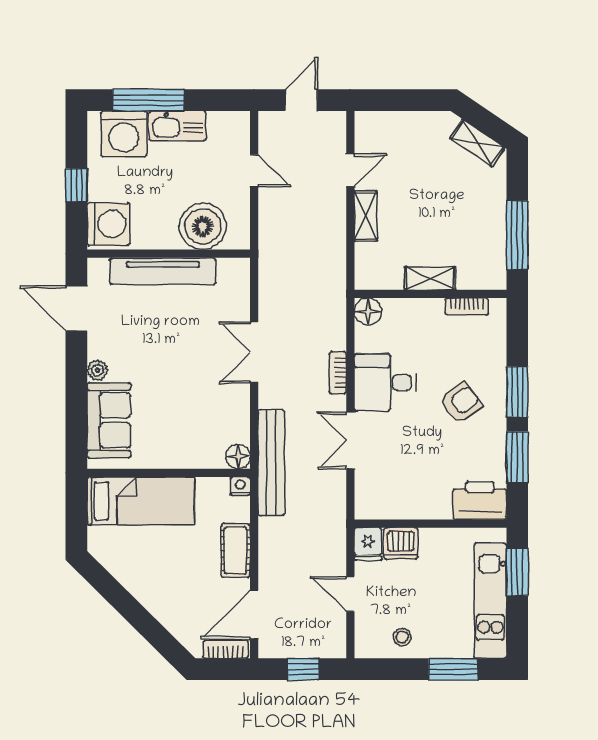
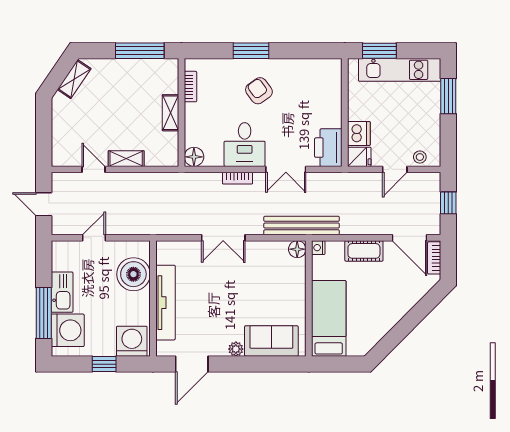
window: (517, 457) -> (298, 51), removed
printer: (480, 500) -> (328, 148), moved
stool: (402, 637) -> (420, 157), moved

